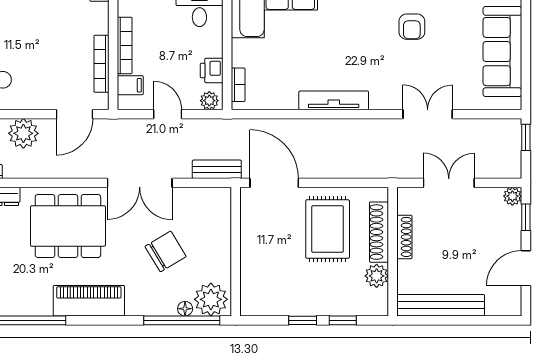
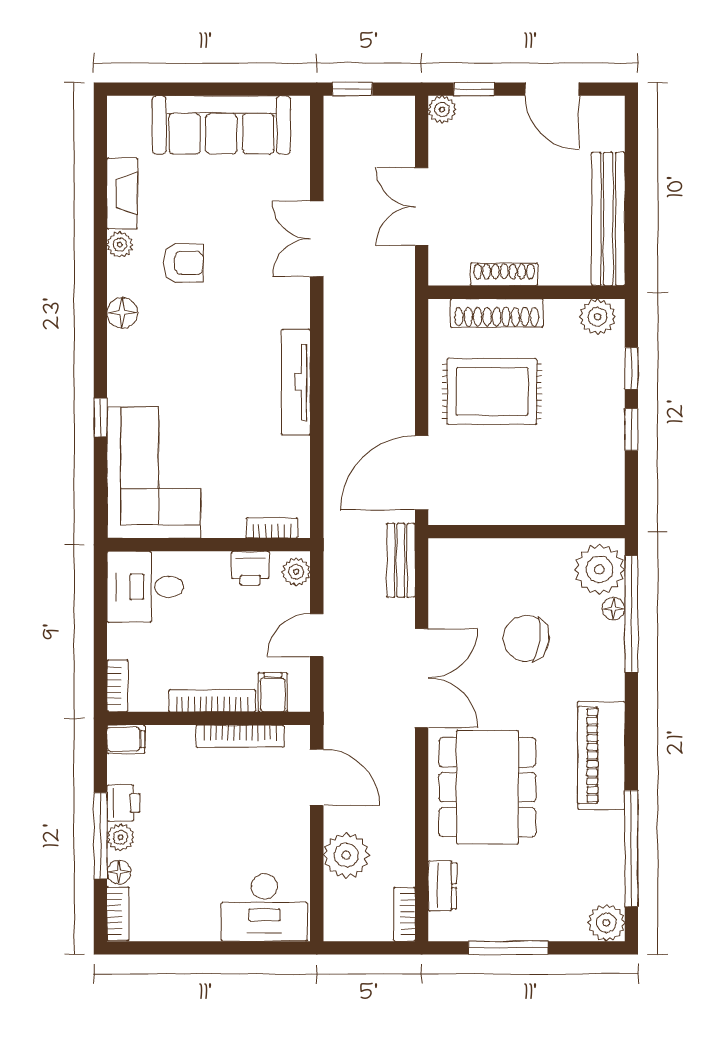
chair: (166, 251) -> (526, 638), turned -51
plant: (377, 276) -> (598, 317), moved

